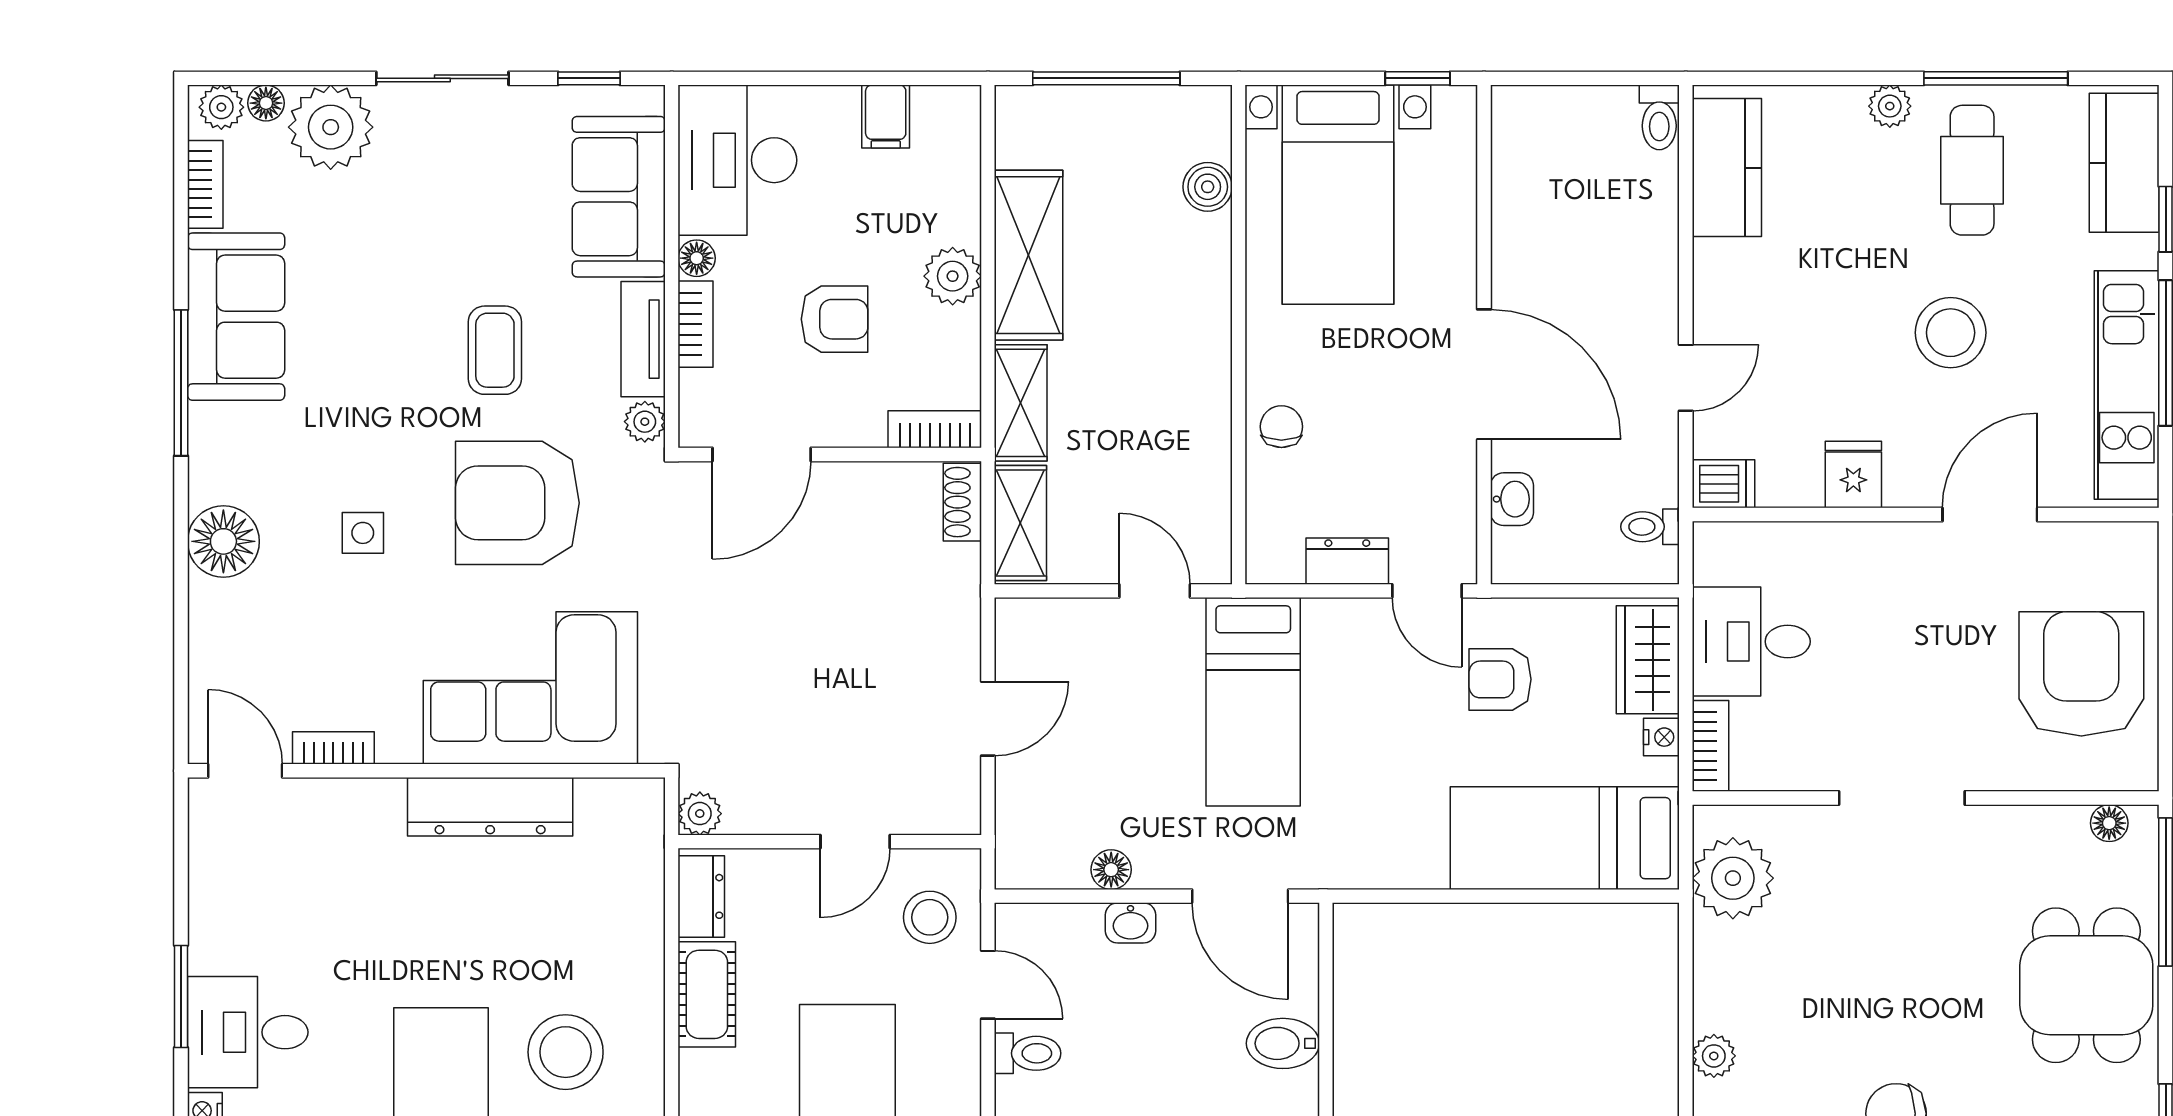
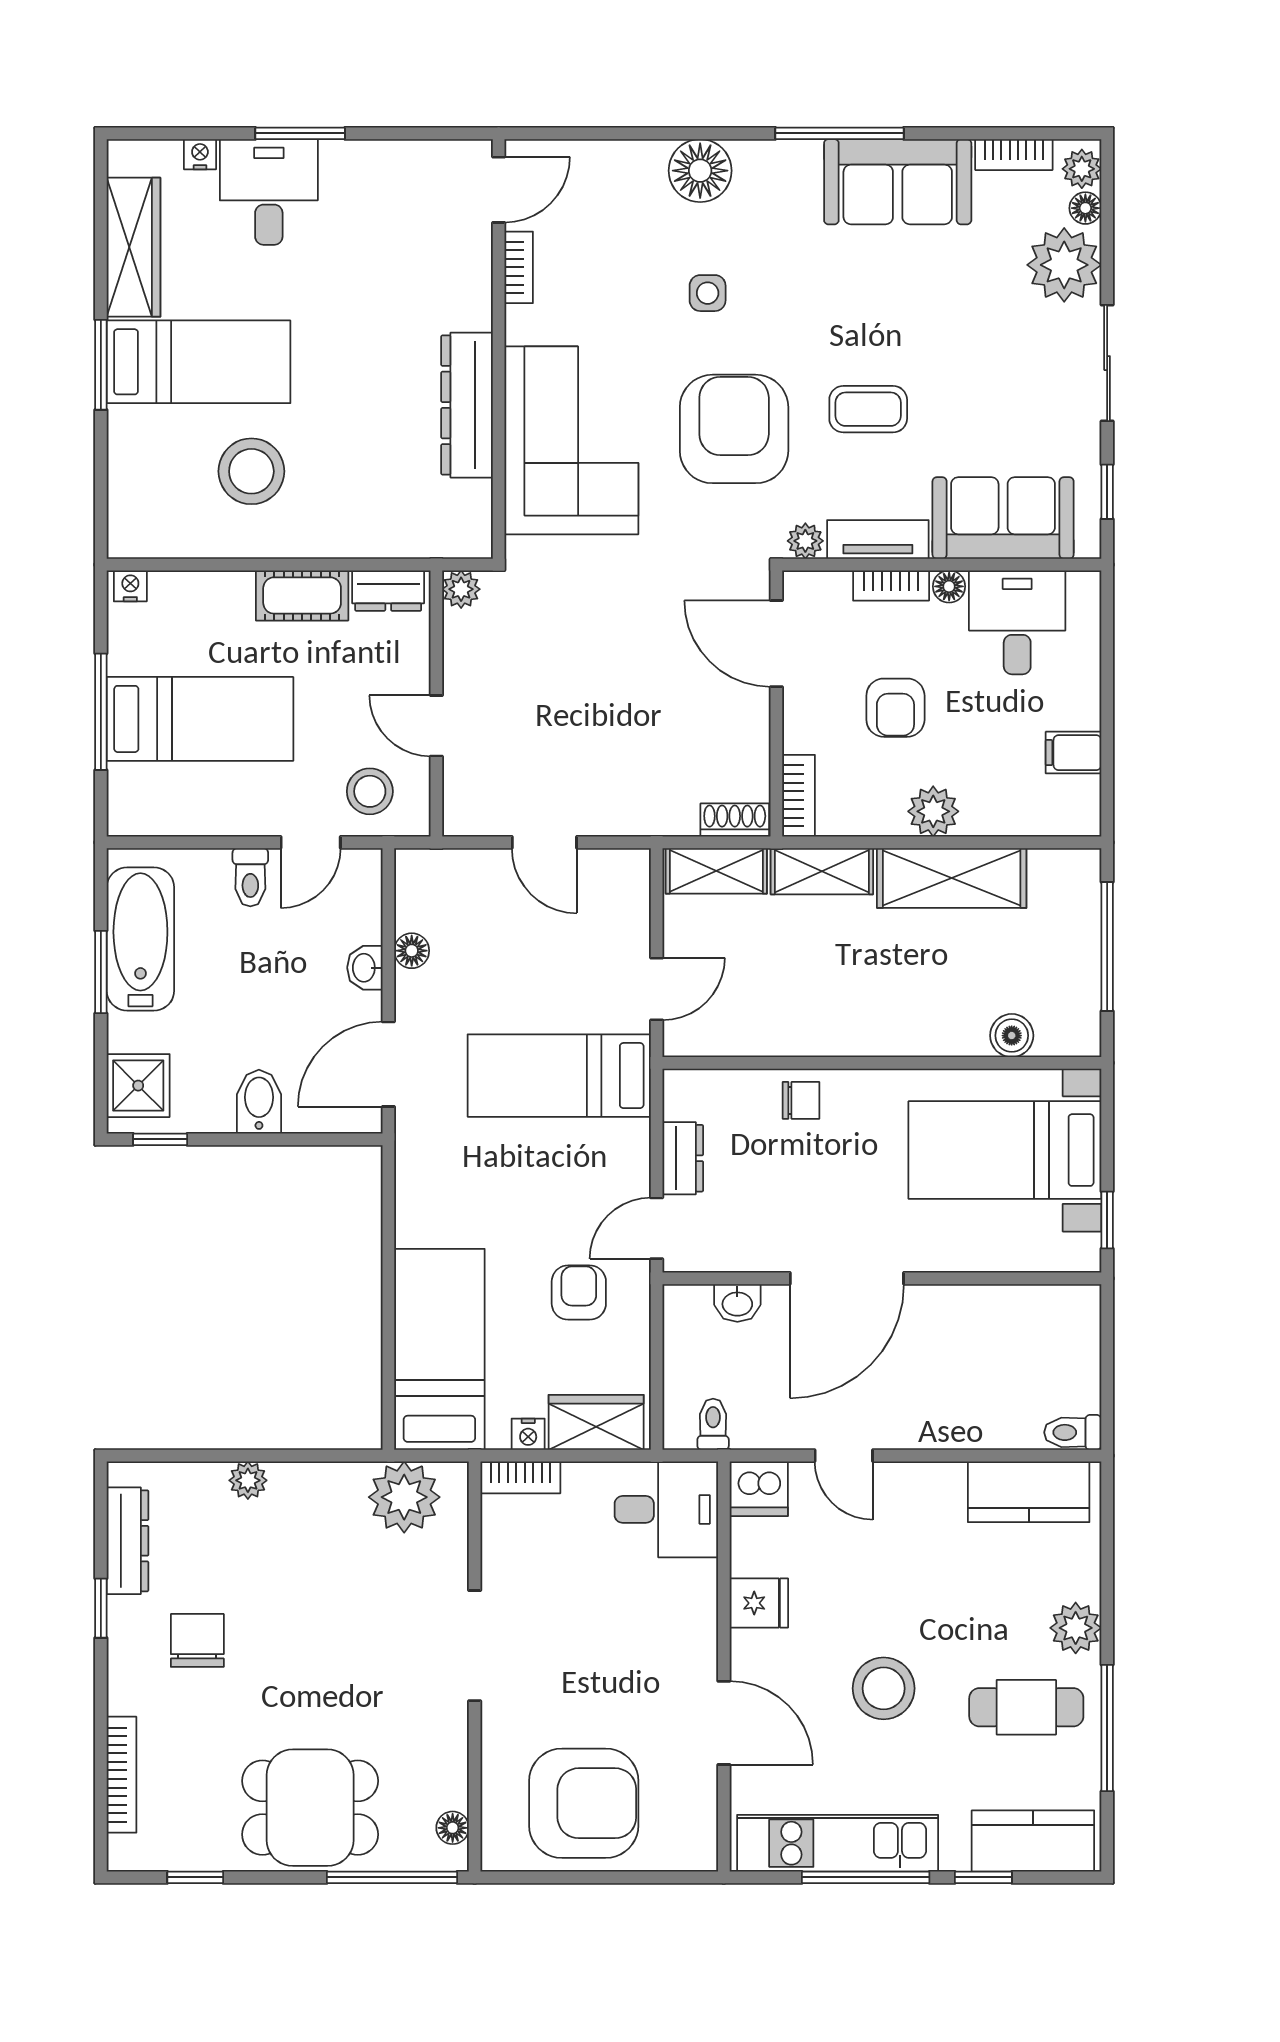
plant: (1890, 106) -> (1076, 1628), width x1.38, depth x1.38
desk: (737, 160) -> (1017, 622), width x0.73
dishwasher: (1723, 484) -> (759, 1489), width x1.38
desk: (1751, 642) -> (666, 1509), moved, turned 90

